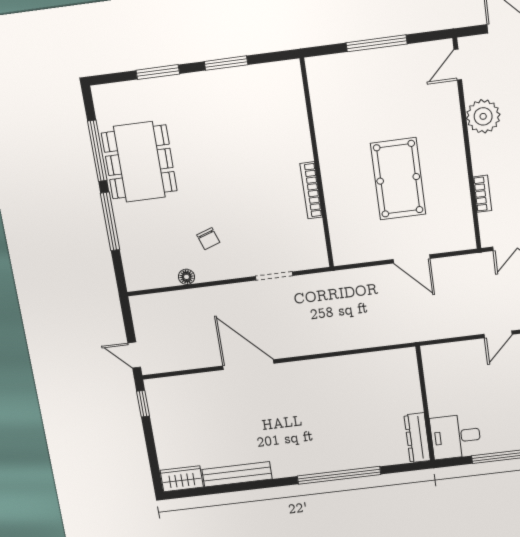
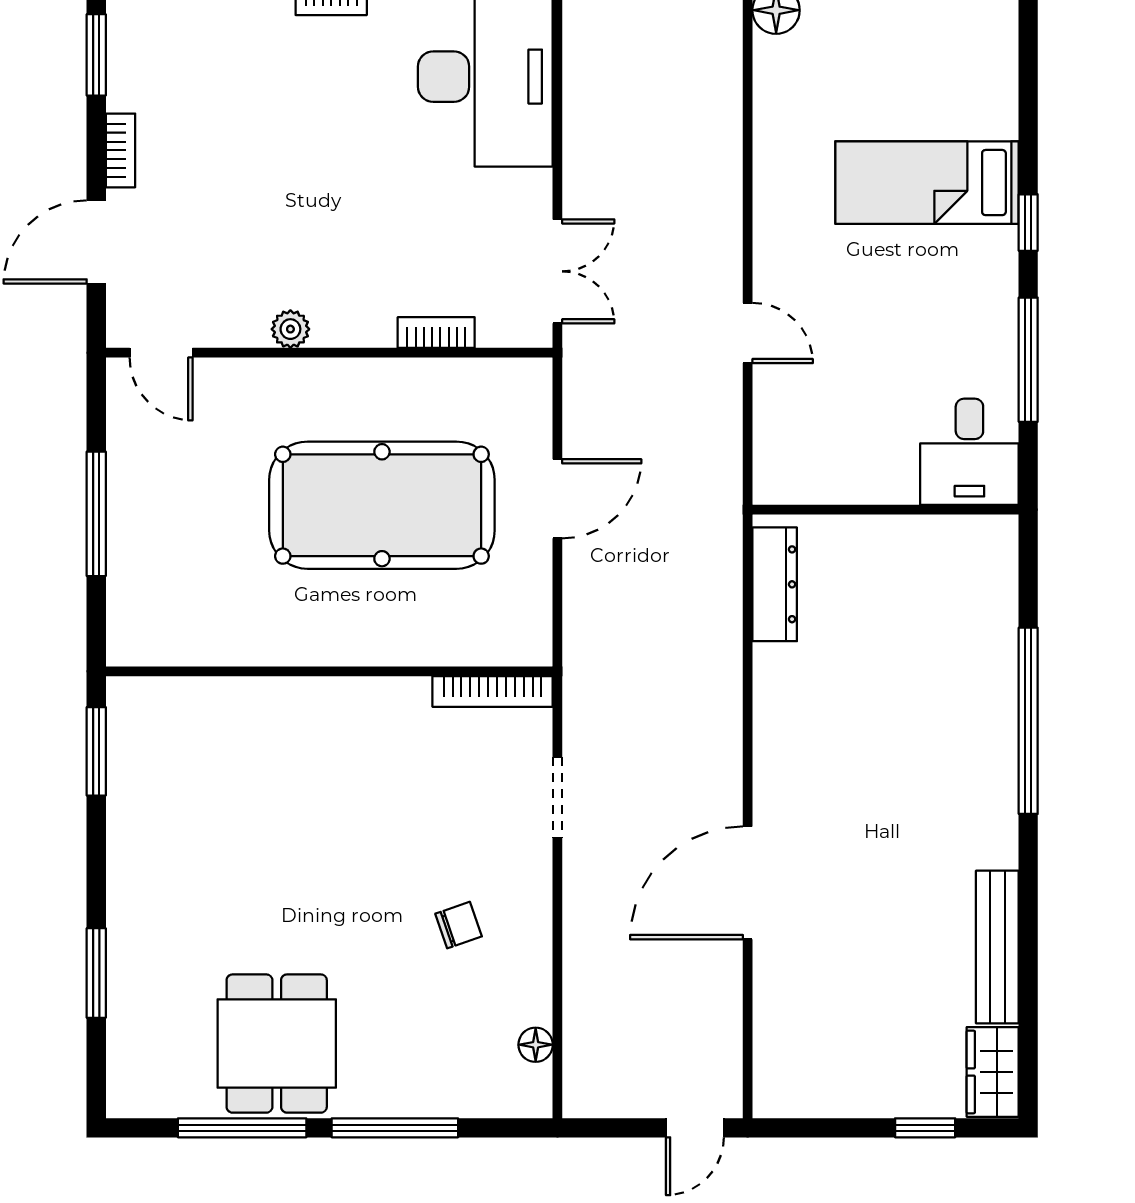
window: (226, 63) -> (96, 751), moved
plant: (483, 116) -> (290, 329), width x0.53, depth x0.53
dining table: (139, 162) -> (277, 1044), width x0.73
pool table: (398, 179) -> (382, 505), width x1.36, depth x1.32
bookcase: (311, 190) -> (493, 691), moved
floor lamp: (186, 277) -> (536, 1045), moved
window: (143, 404) -> (925, 1128), moved
dresser: (417, 438) -> (775, 584), moved, turned -90

